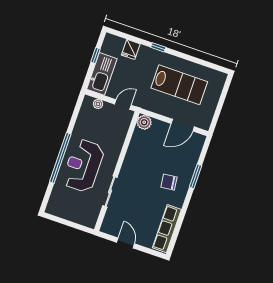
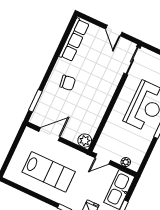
lab bench: (179, 85) -> (49, 172), turned 180
window: (195, 176) -> (35, 101), moved
sliding door: (110, 191) -> (132, 61), moved

